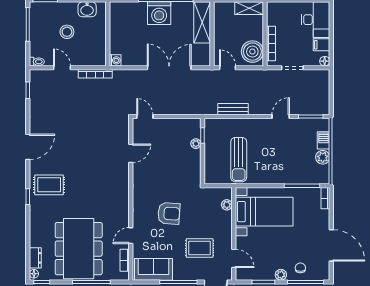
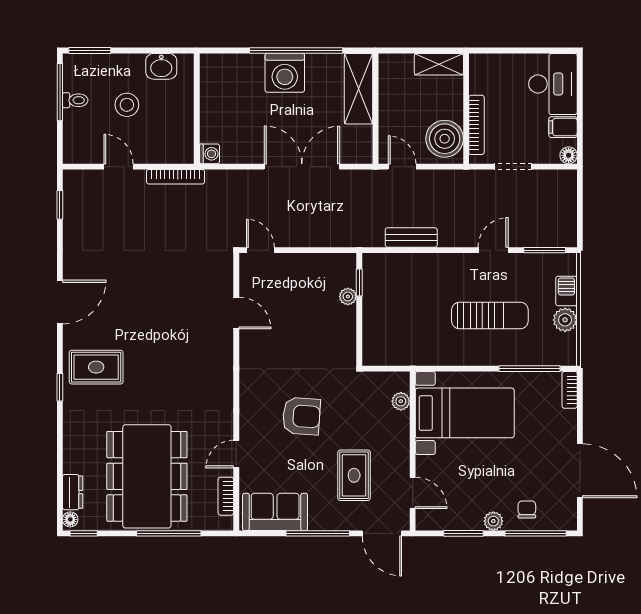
toilet: (37, 62) -> (75, 100), moved
door: (131, 153) -> (236, 313), hinge flipped
sun lounger: (239, 160) -> (490, 316), moved, turned -90
rug: (200, 248) -> (354, 475), turned 90

